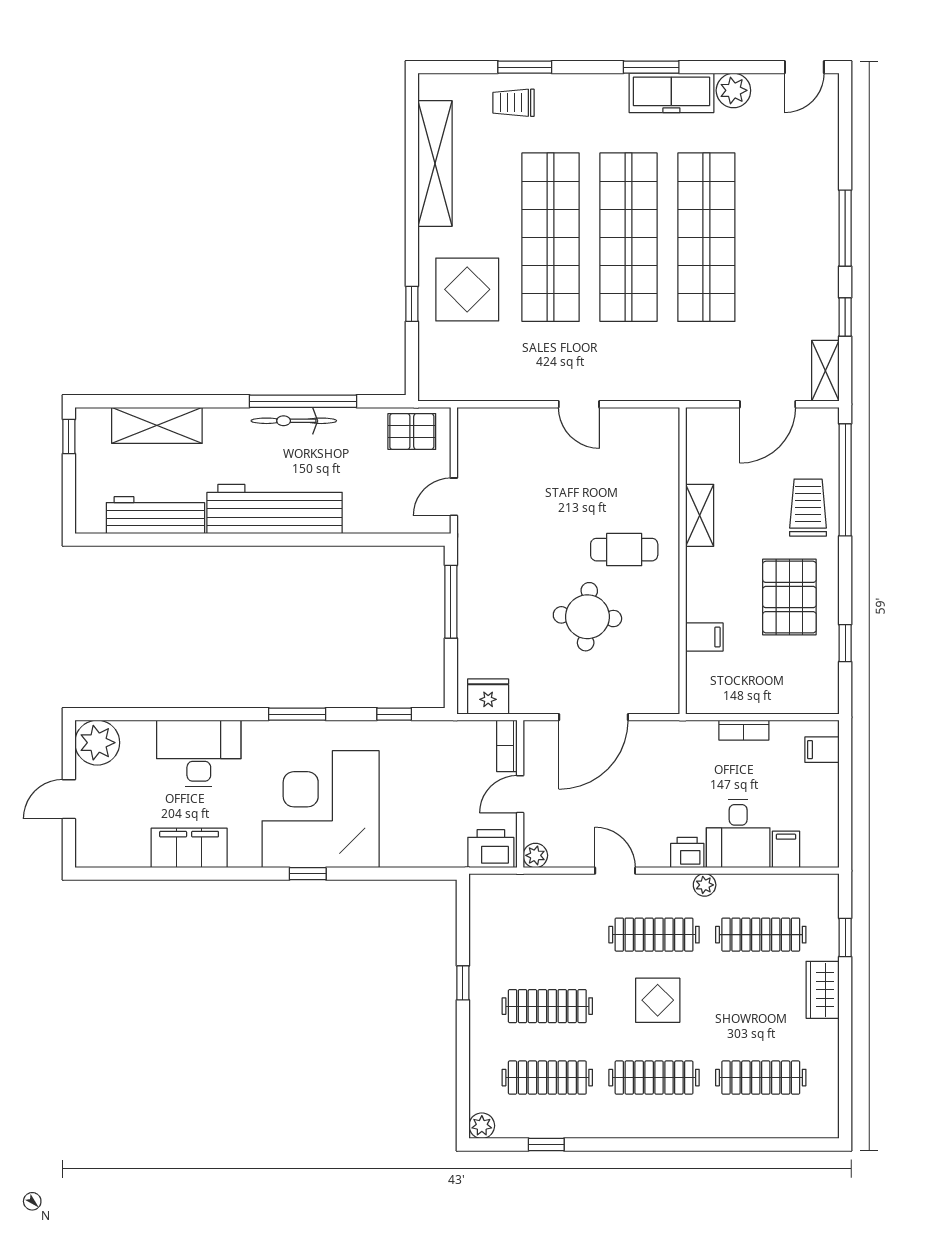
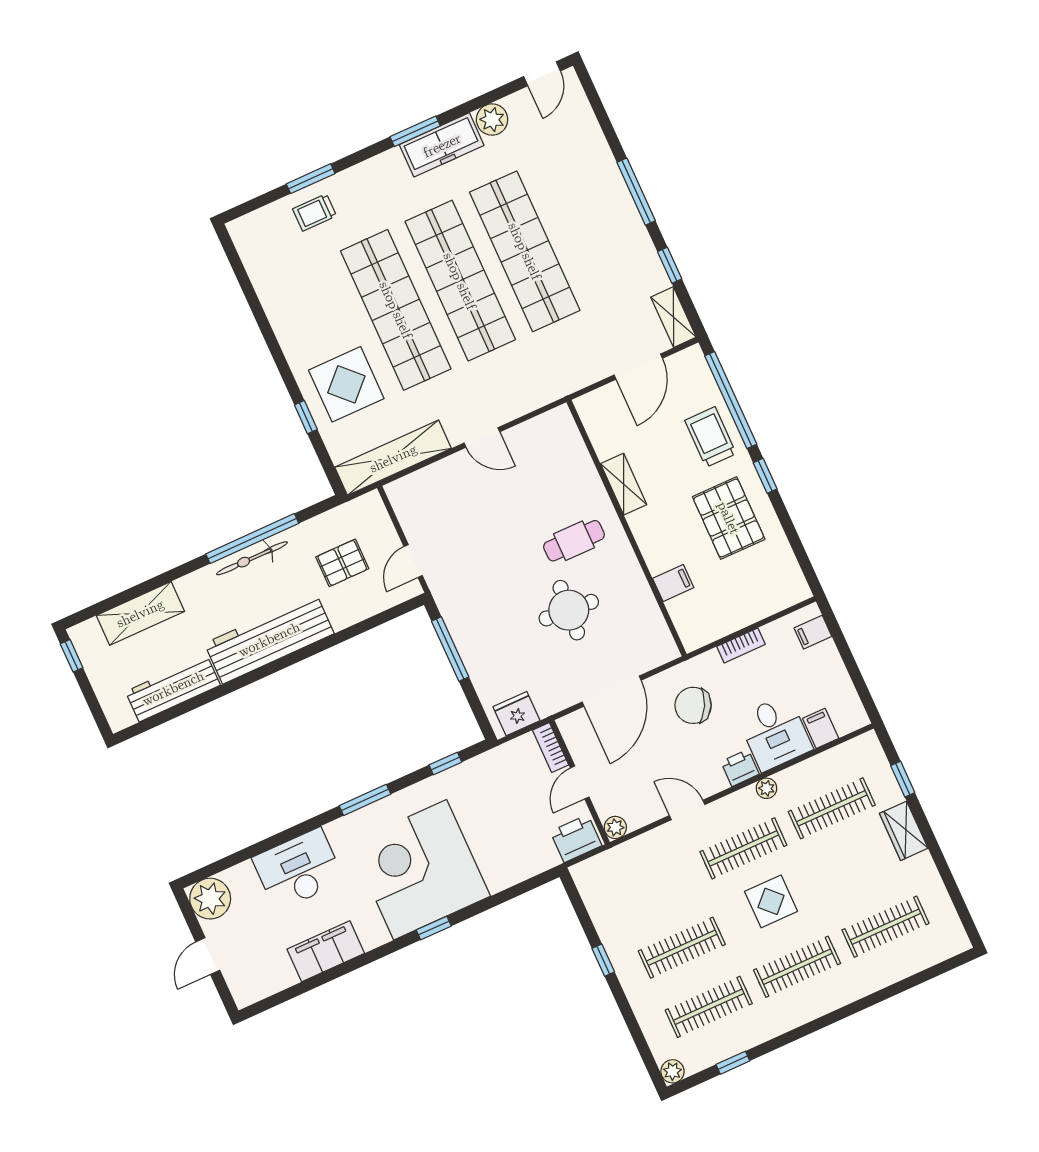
shelving: (435, 164) -> (393, 458), moved, turned 90
pallet: (412, 432) -> (342, 563), moved
window: (845, 643) -> (765, 476), moved
chair: (669, 769) -> (693, 705), added

